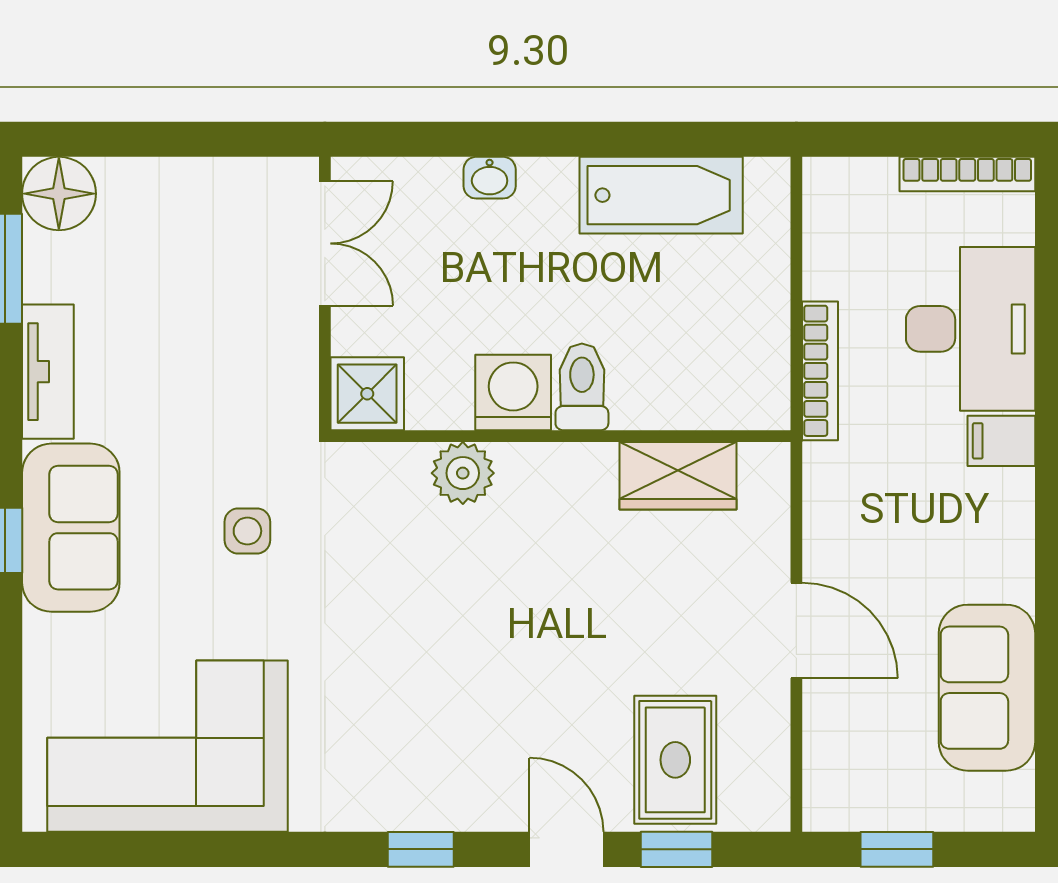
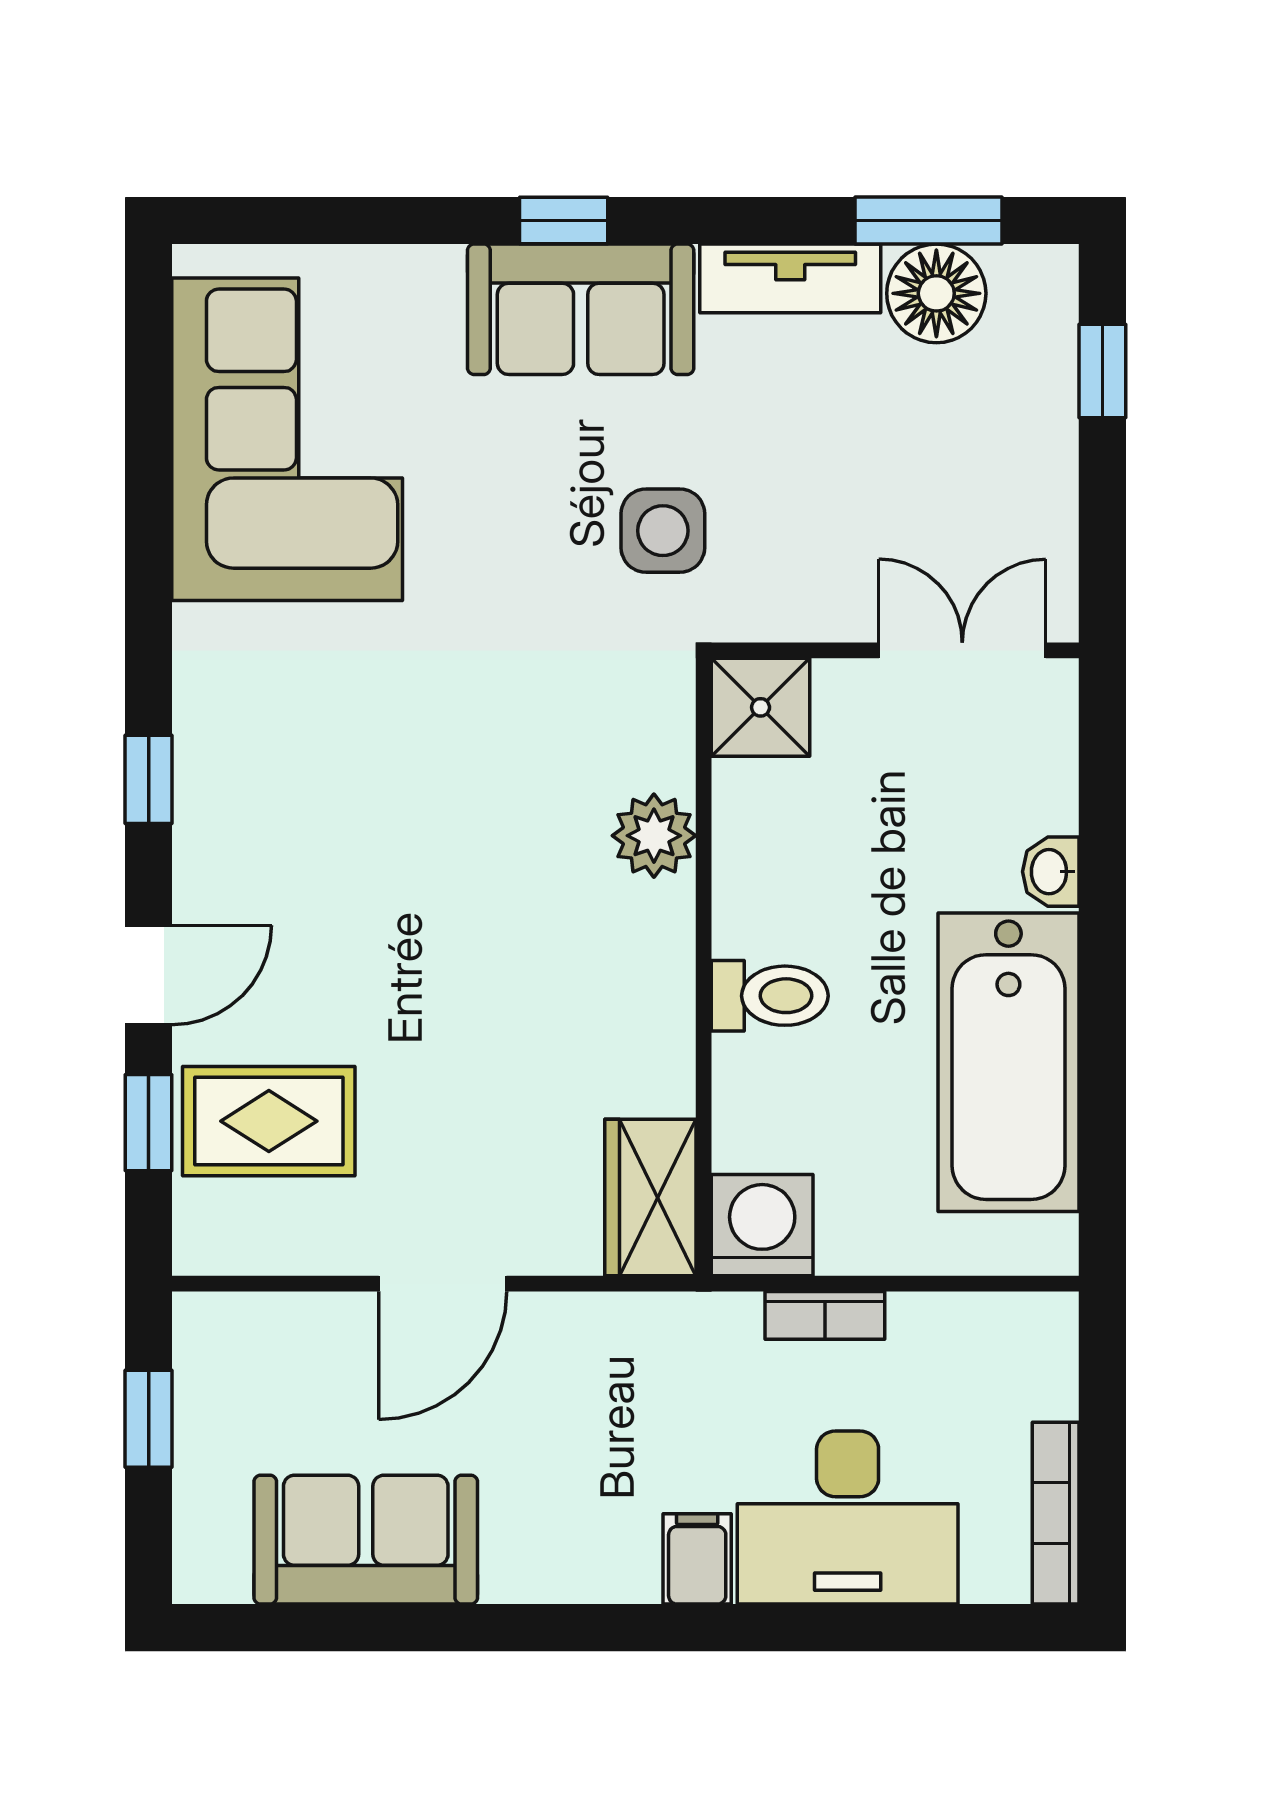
window: (117, 139) -> (1102, 371), added
floor lamp: (59, 194) -> (936, 293), moved
bathtub: (661, 195) -> (1008, 1062), width x1.36, depth x1.36
double door: (325, 243) -> (962, 650), swing flipped
bookcase: (820, 371) -> (825, 1315), width x0.64
washing machine: (513, 392) -> (762, 1225), moved, turned -90
wardrobe: (678, 476) -> (650, 1197), moved
side table: (247, 531) -> (663, 531), moved, width x1.37, depth x1.37

